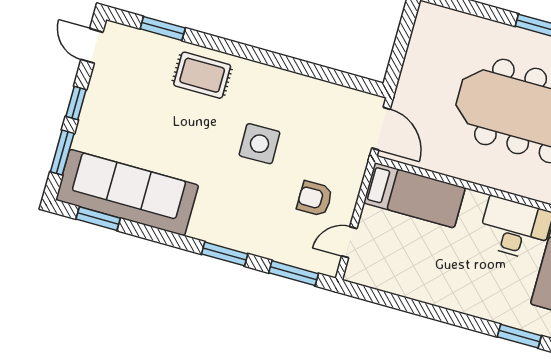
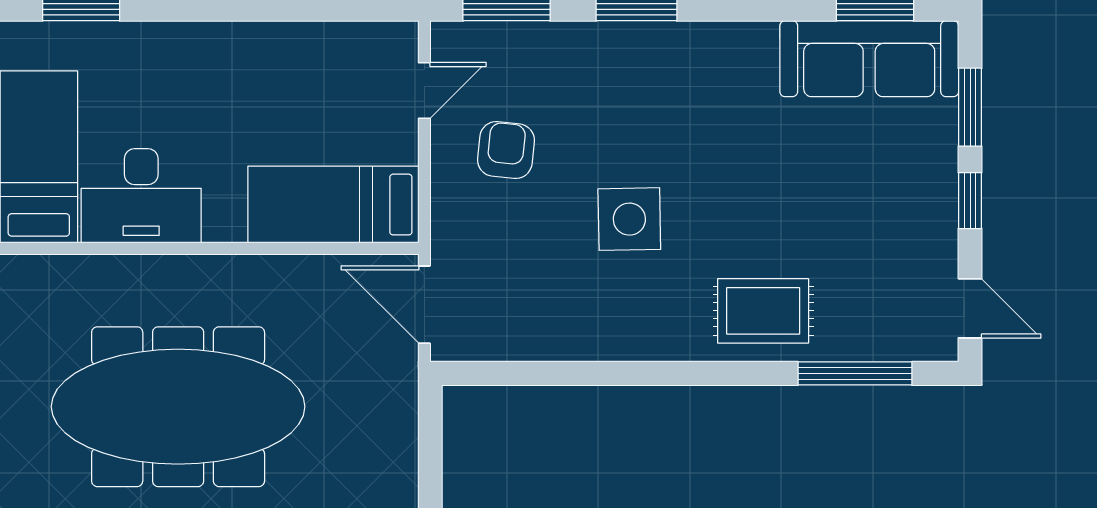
window: (163, 28) -> (855, 373), width x1.44
sofa: (127, 193) -> (869, 59), width x0.74, depth x0.79
armchair: (315, 199) -> (506, 150), turned -84

